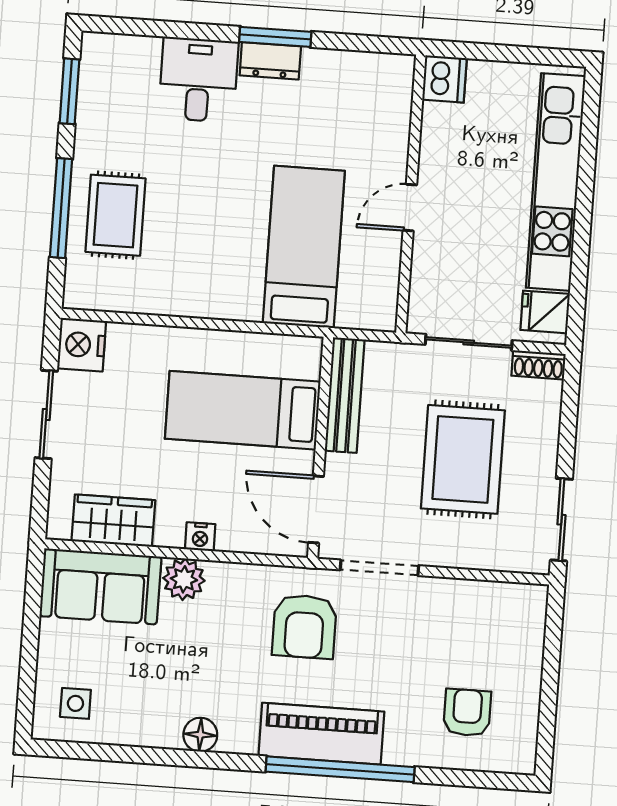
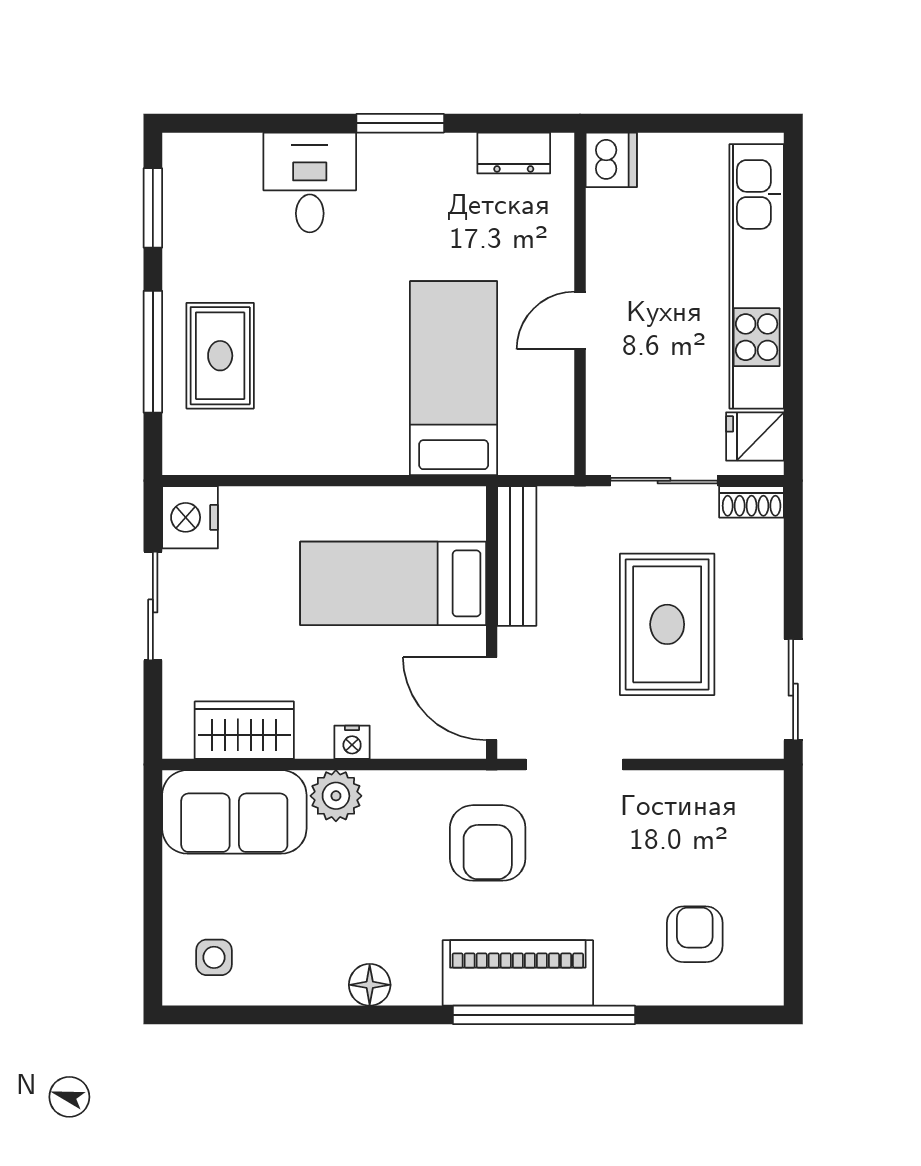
dresser: (270, 61) -> (514, 153), moved

